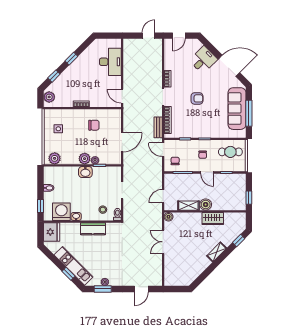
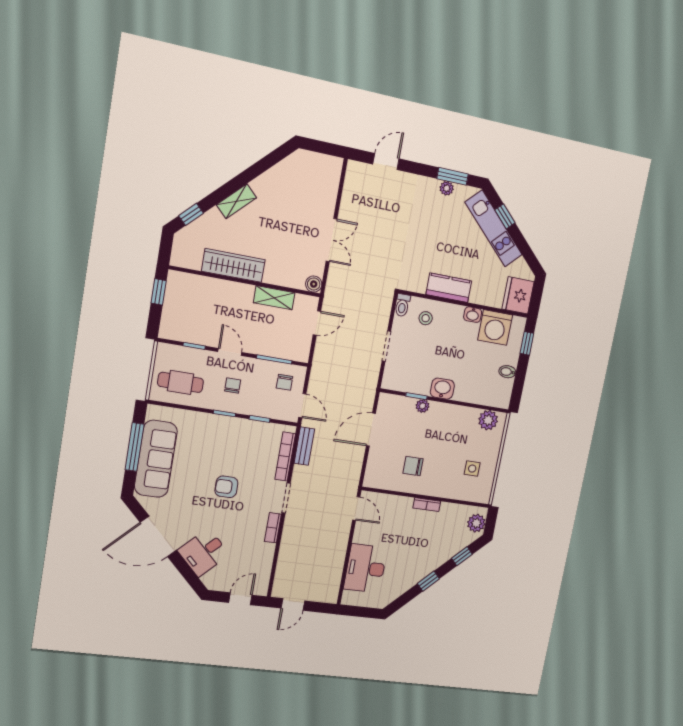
plant: (85, 159) -> (439, 412), removed
boiler: (206, 205) -> (242, 294), removed
wardrobe: (213, 219) -> (233, 265), width x1.50

